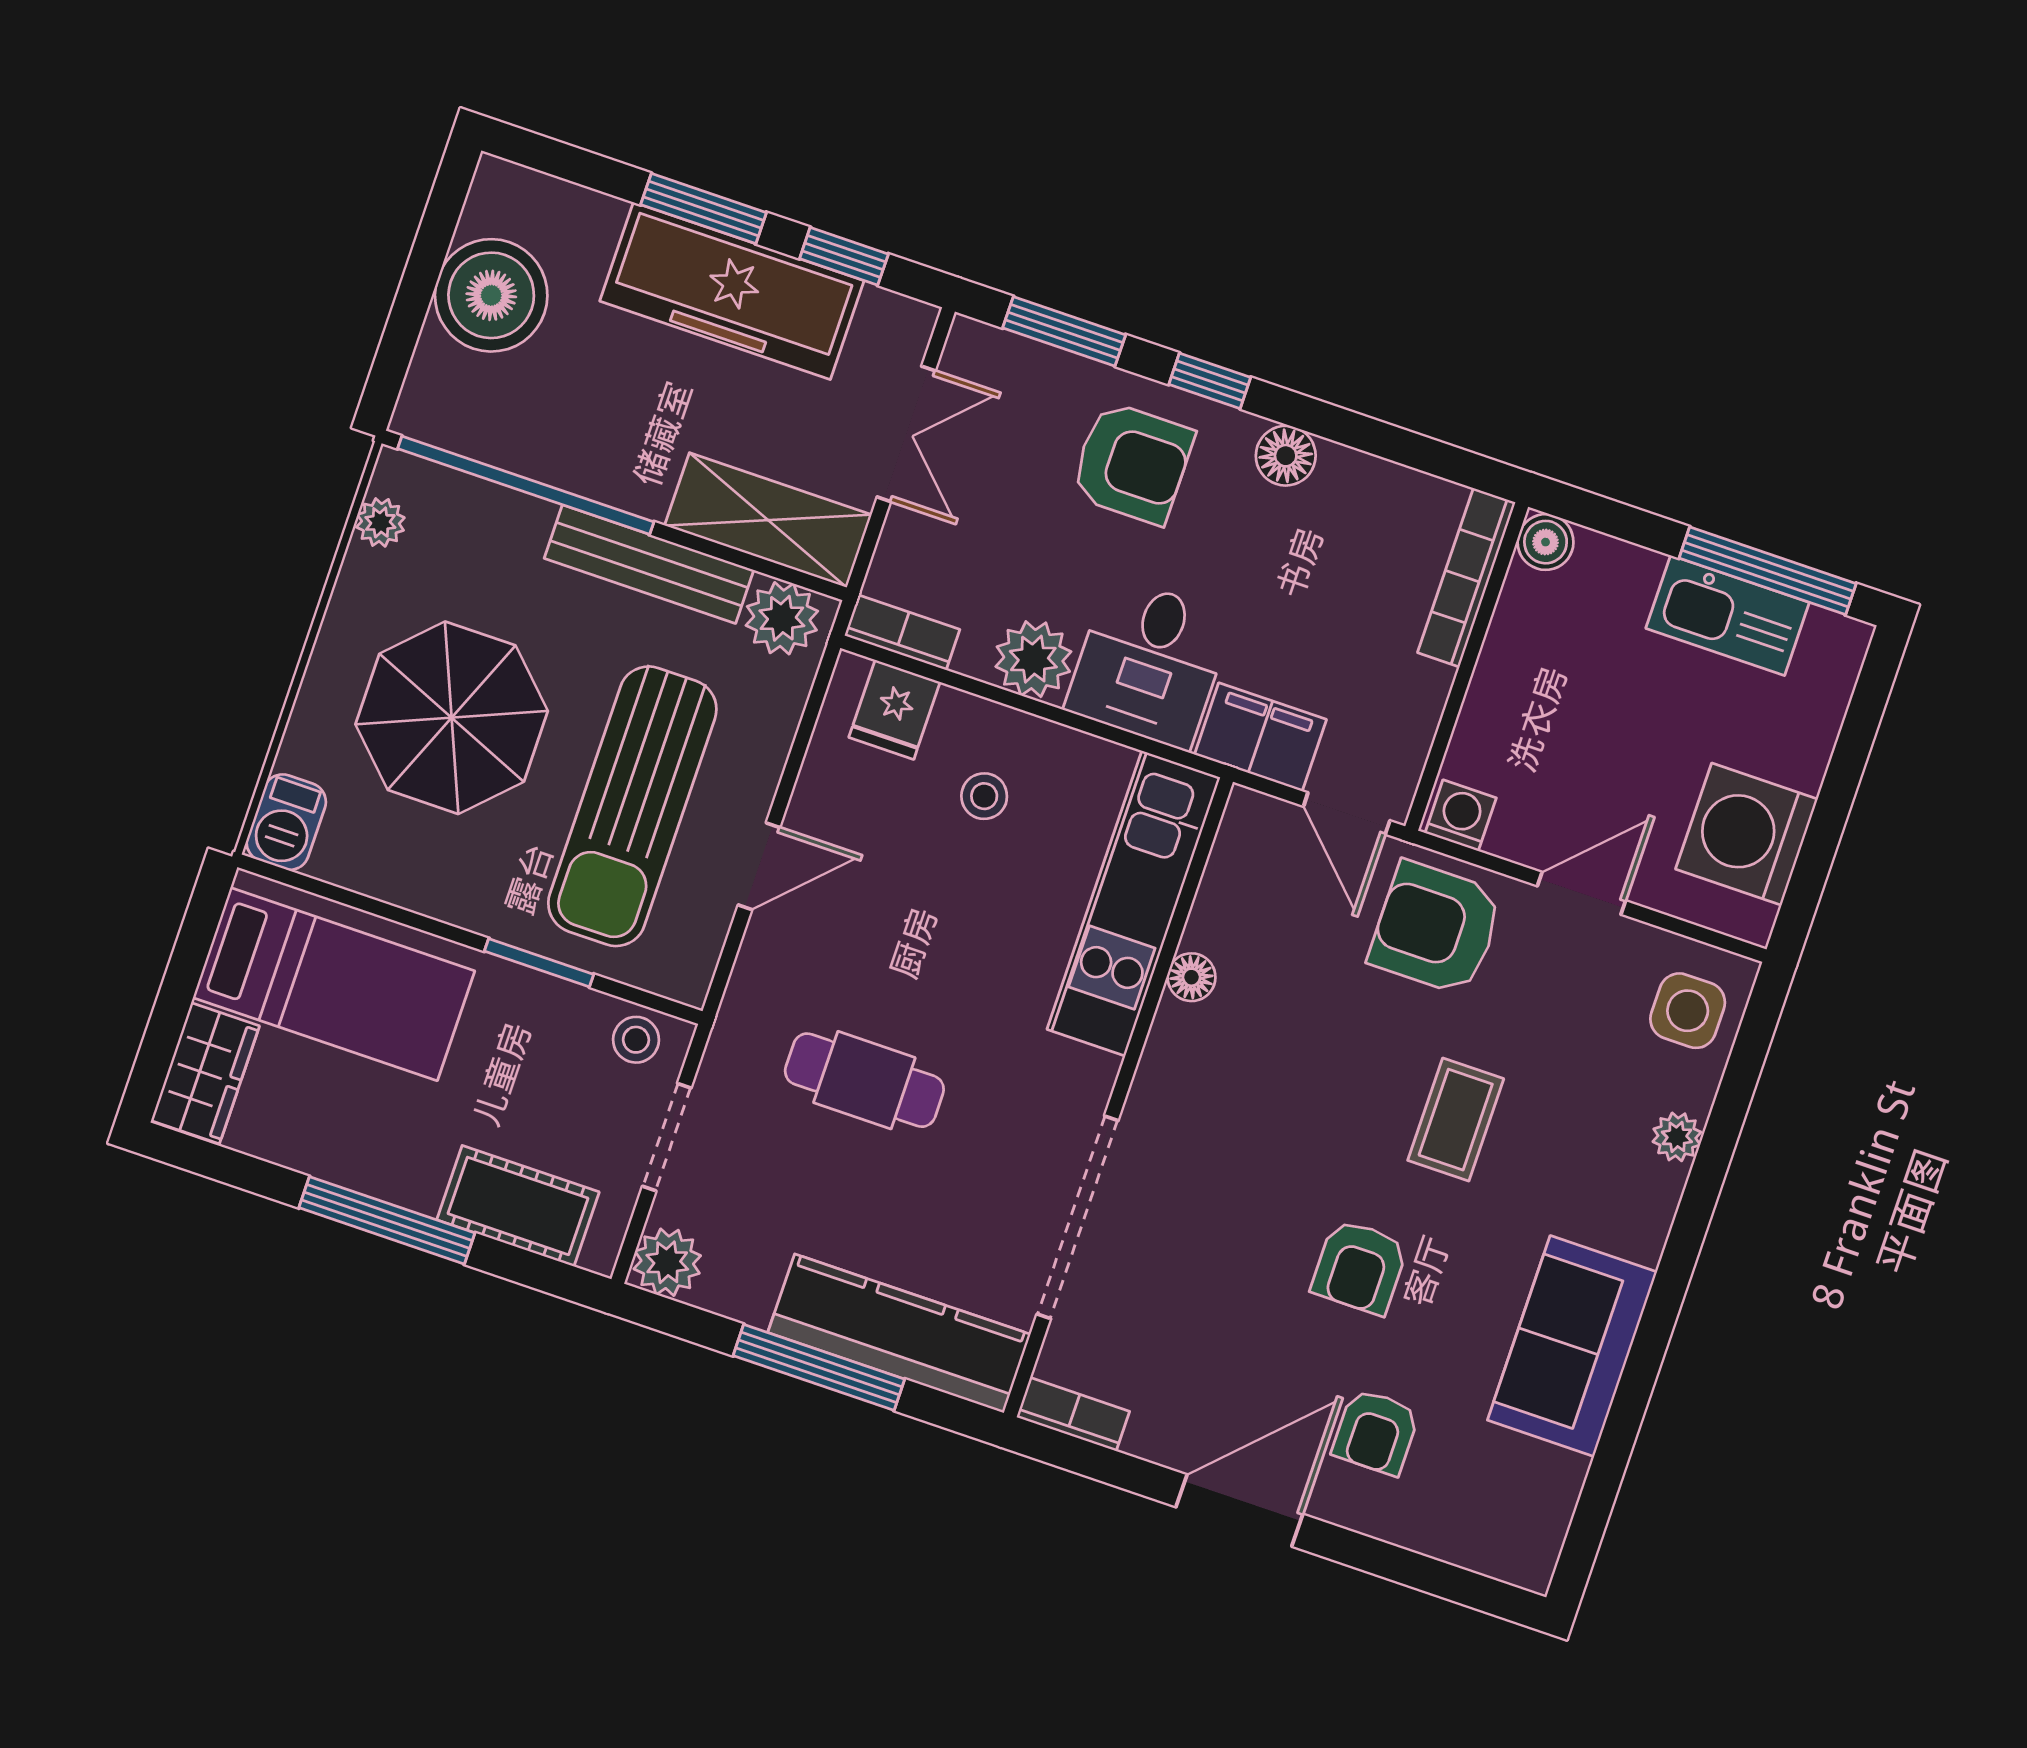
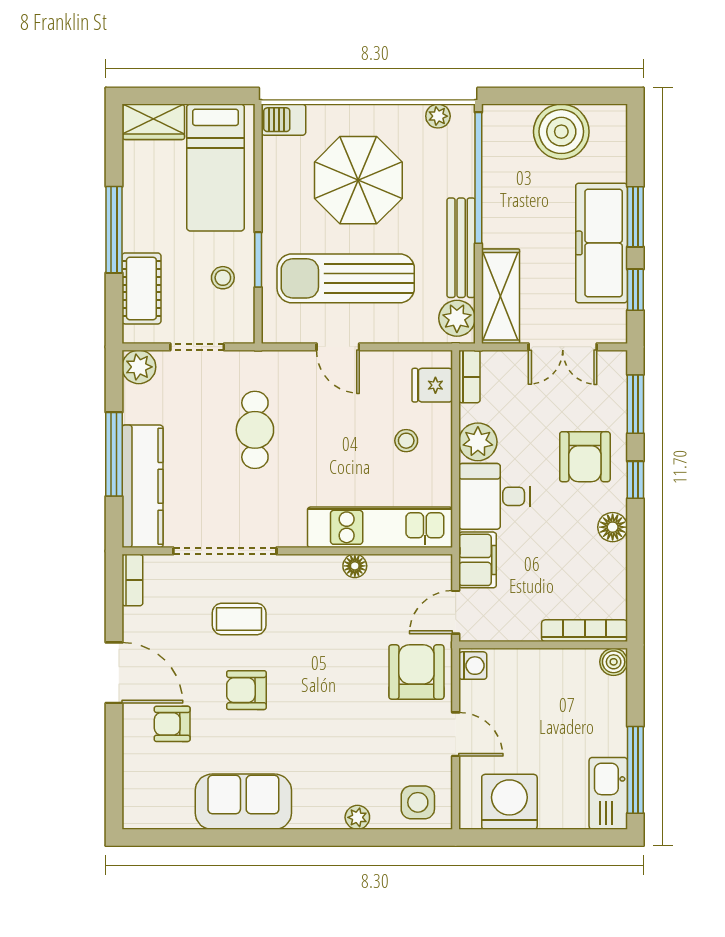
kitchen sink: (1728, 615) -> (608, 793), moved
stool: (636, 1040) -> (223, 278), moved
coffee table: (1456, 1120) -> (239, 619), moved

